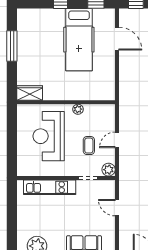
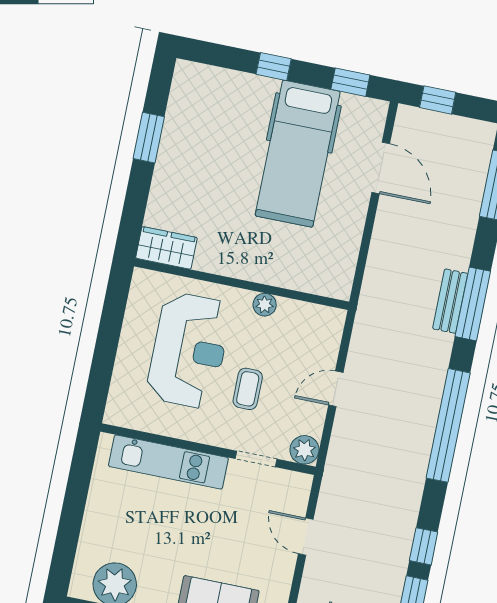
window: (12, 46) -> (149, 138), width x0.69
reception desk: (49, 136) -> (189, 350), turned 180
coffee table: (89, 146) -> (248, 389), moved

